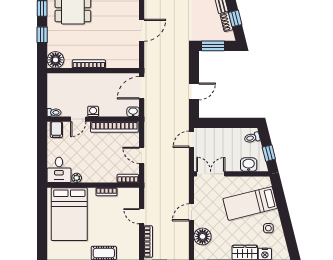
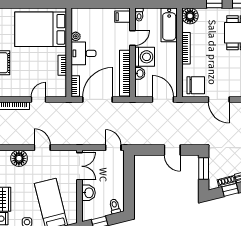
chair: (127, 54) -> (196, 85), added
bathtub: (65, 81) -> (169, 25), added
door: (194, 91) -> (172, 150), moved
washing machine: (93, 111) -> (145, 57), width x1.89, depth x1.89
washbasin: (133, 112) -> (140, 73), moved
door: (78, 119) -> (133, 38), swing flipped
door: (142, 155) -> (98, 99), width x1.87
washbasin: (249, 165) -> (89, 193), moved
desk: (59, 170) -> (83, 53), moved

